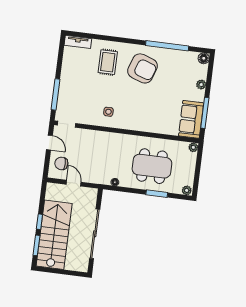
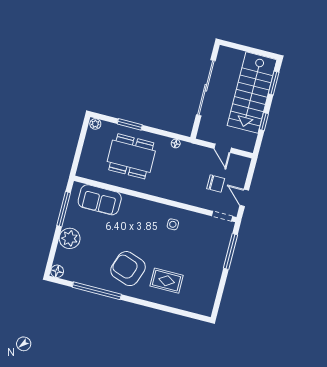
tv unit: (78, 42) -> (198, 308), removed
rug: (108, 62) -> (167, 281), turned 90
plant: (201, 85) -> (70, 238), width x1.88, depth x1.88
sofa: (191, 119) -> (100, 200), moved, turned 90
plant: (193, 147) -> (82, 172), removed
chair: (61, 163) -> (216, 184), moved
window: (39, 222) -> (264, 122), moved

